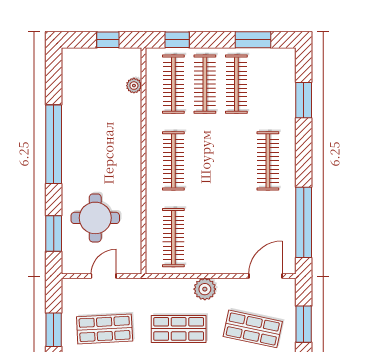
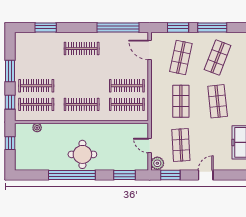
window: (253, 40) -> (10, 71), moved
clothes rail: (236, 84) -> (127, 86), moved
round table: (95, 218) -> (82, 154), moved
plant: (205, 289) -> (157, 163), moved
window: (54, 330) -> (170, 175), moved

